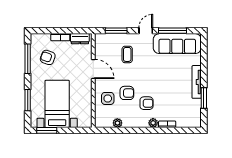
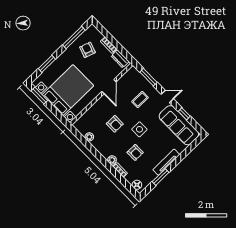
window: (172, 31) -> (184, 114), width x0.46
side table: (108, 98) -> (139, 129), moved
armchair: (146, 103) -> (135, 152), moved
bed with nightstands: (57, 104) -> (68, 90), width x1.36
floor lamp: (192, 122) -> (137, 185), added

